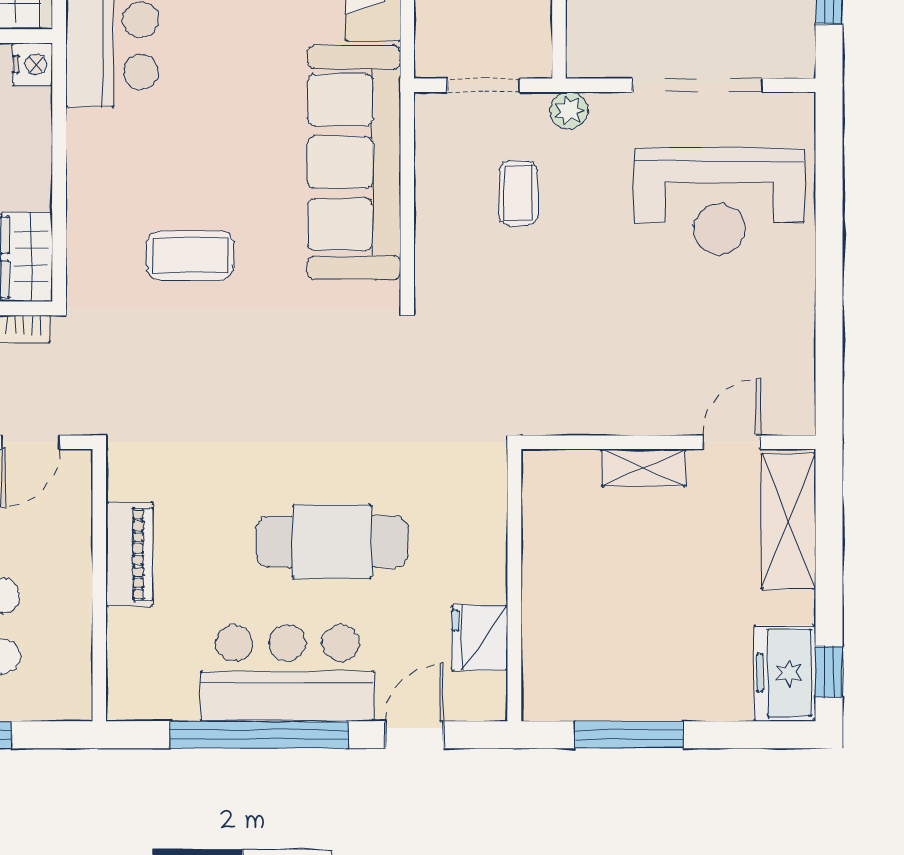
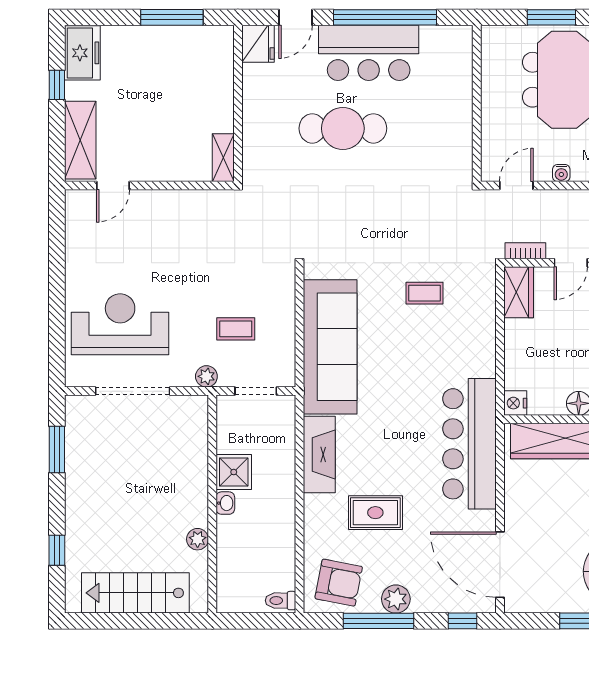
coffee table: (518, 193) -> (236, 329), turned 90
coffee table: (190, 255) -> (425, 293), width x0.73, depth x0.77
shelving: (644, 468) -> (223, 158), moved, turned 90
piano: (129, 554) -> (460, 121), removed
fridge: (480, 638) -> (258, 44), moved
window: (829, 672) -> (57, 85), moved

